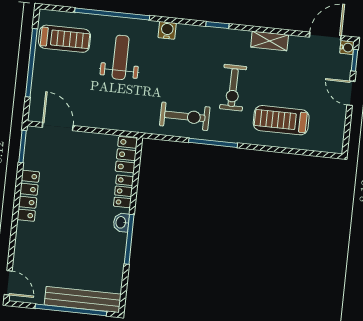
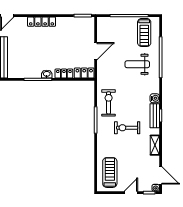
water cooler: (167, 30) -> (155, 98), moved
bench: (217, 36) -> (155, 116), added
weight bench: (121, 57) -> (137, 64), turned 180
exercise bike: (185, 116) -> (109, 103), turned 180
treadmill: (281, 120) -> (110, 172), moved
door: (58, 126) -> (96, 51), moved
locker: (28, 196) -> (42, 22), moved

